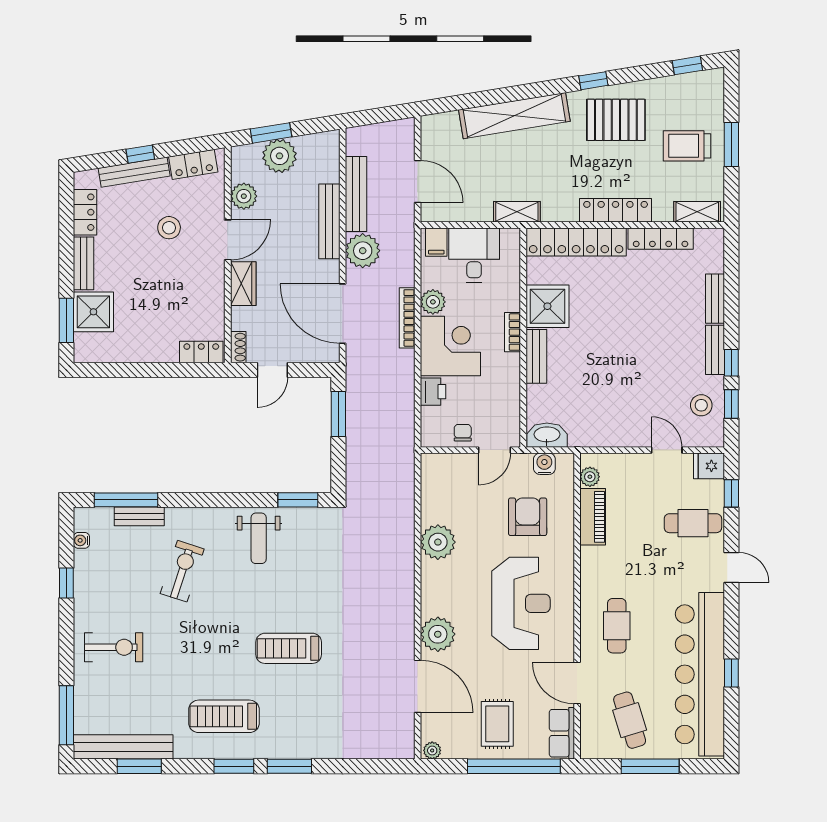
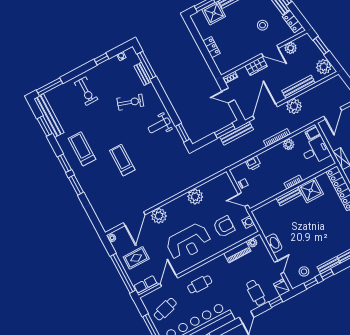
plant: (279, 156) -> (324, 67), moved
bench: (356, 194) -> (237, 133), moved
corner desk: (450, 346) -> (275, 161), removed
locker: (201, 352) -> (212, 47), moved
washbasin: (547, 435) -> (274, 243), moved

